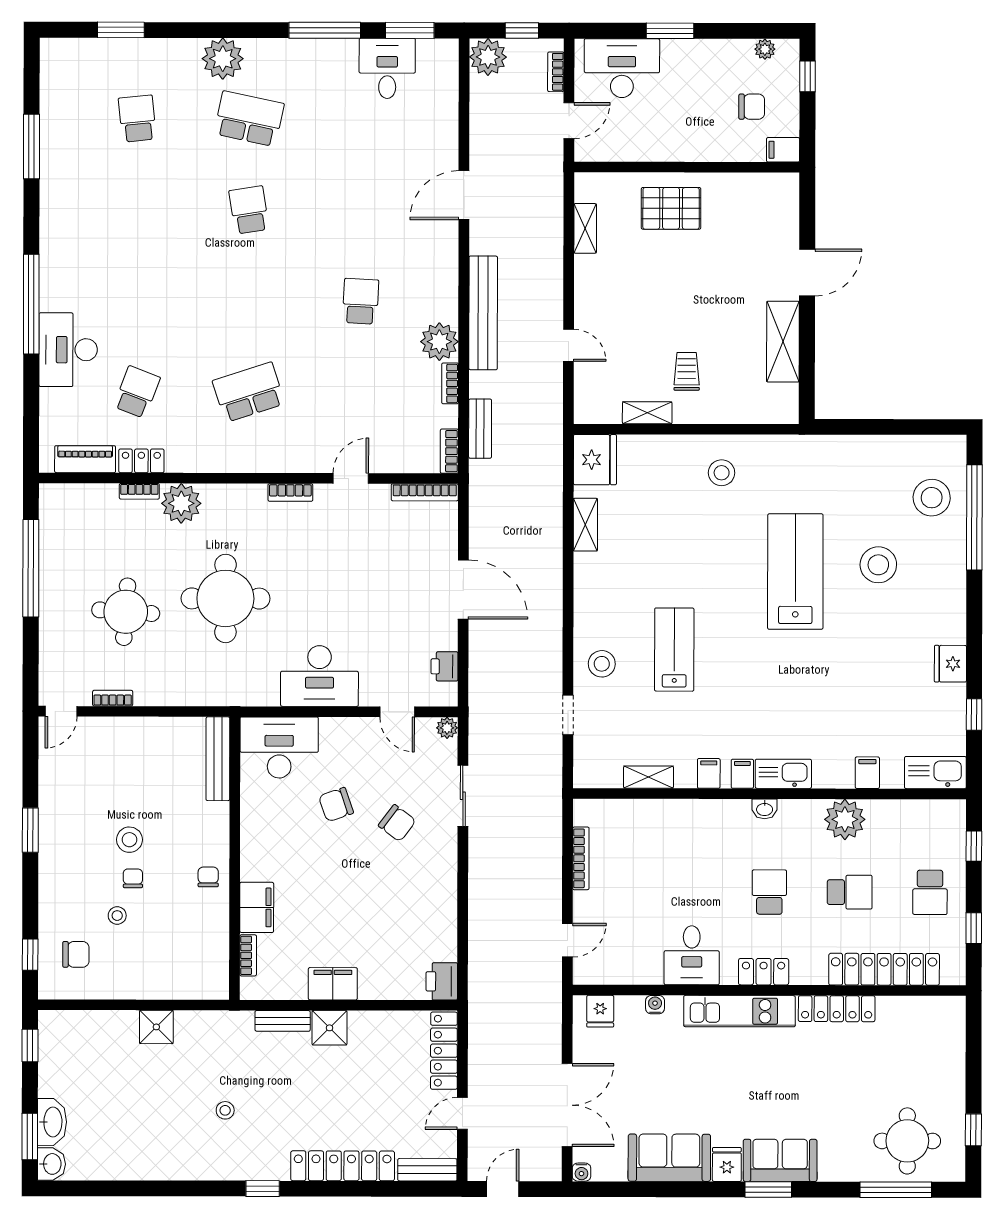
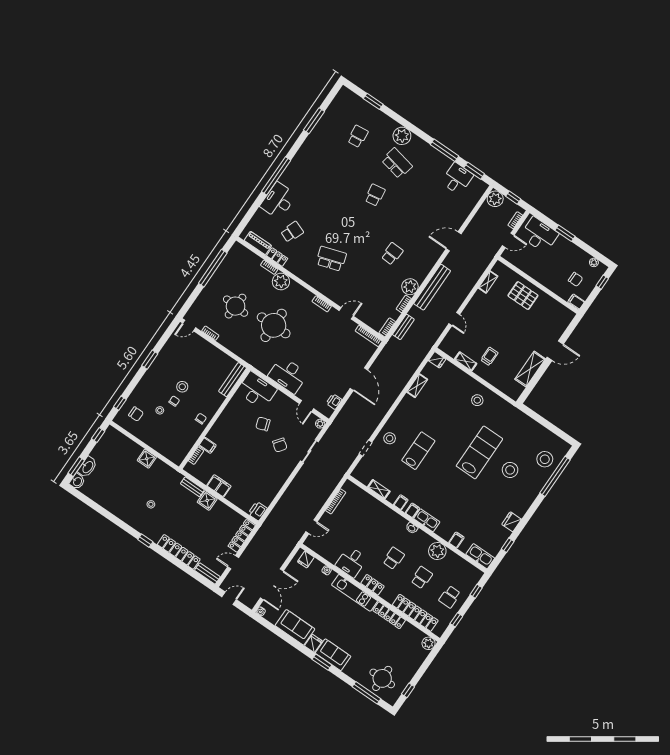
fridge: (595, 460) -> (437, 360), width x0.53, depth x0.75
school desk: (850, 892) -> (422, 578), turned -90
filing cabinet: (257, 907) -> (208, 445), width x0.50
plant: (951, 1011) -> (429, 643), added

